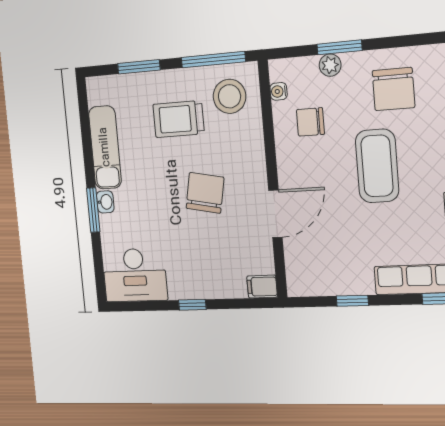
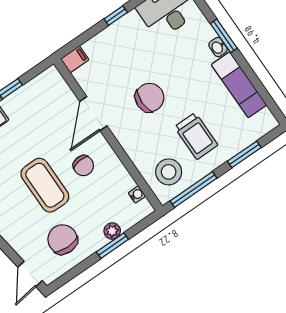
trolley: (179, 119) -> (196, 136), turned 90
chair: (310, 122) -> (83, 166), moved, turned 84
chair: (205, 193) -> (150, 98), turned -101

